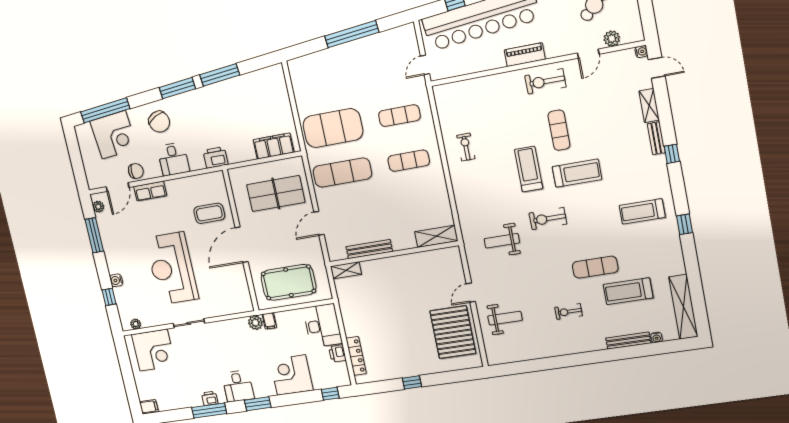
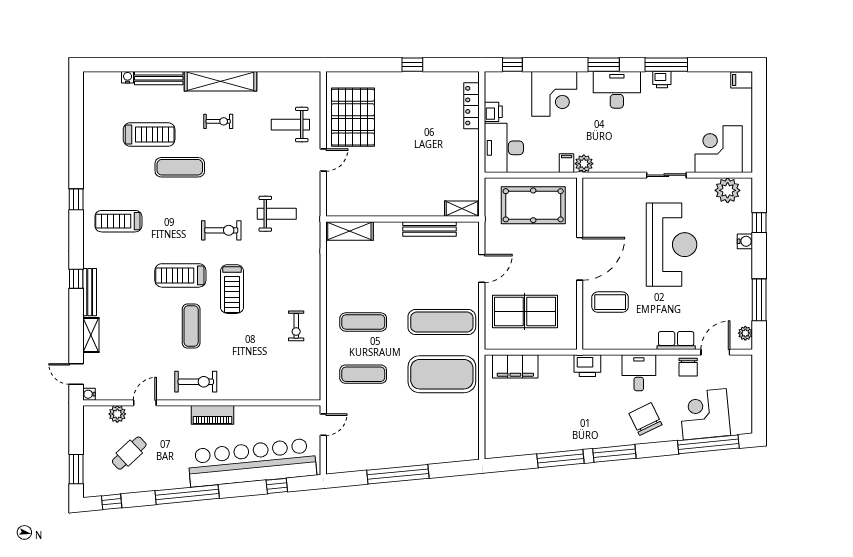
bench: (656, 138) -> (90, 292), width x1.36
chair: (136, 171) -> (688, 367), turned -90
treadmill: (642, 211) -> (118, 221), turned 180
shelving: (683, 307) -> (220, 81), moved, turned 90
plant: (136, 324) -> (728, 190), width x1.88, depth x1.88
desk: (238, 386) -> (617, 90), width x1.37

